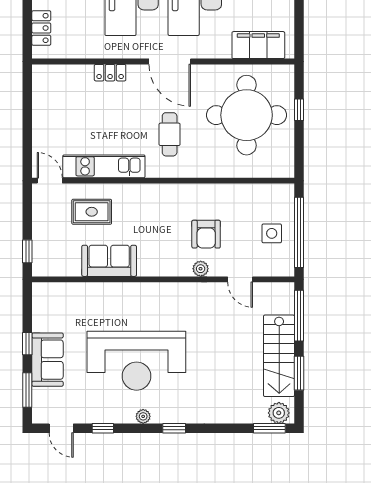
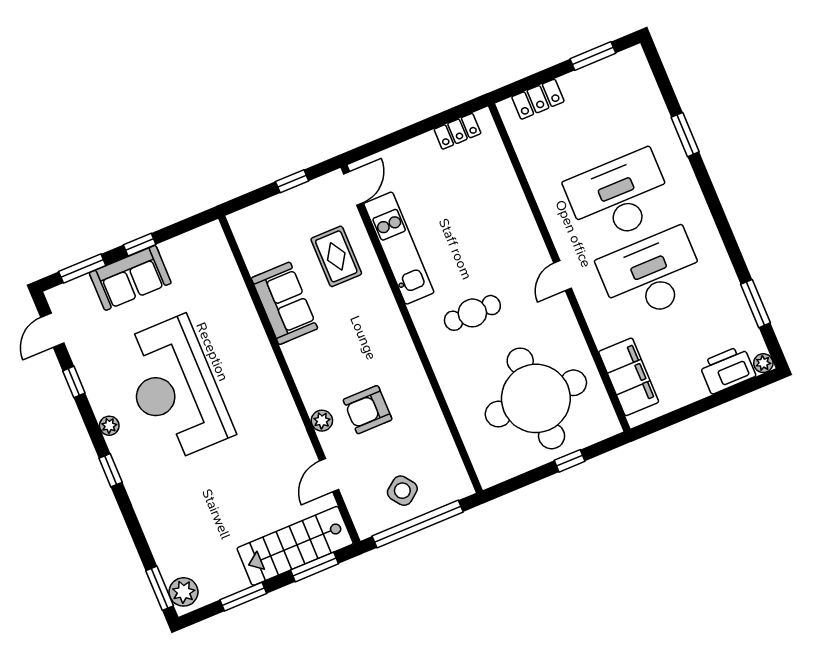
door: (170, 62) -> (563, 276), width x0.53
locker: (110, 73) -> (457, 131), moved, turned -90
side table: (272, 233) -> (402, 491), turned -37
window: (27, 251) -> (292, 181), moved
window: (299, 316) -> (314, 567), width x0.69
stairs: (279, 356) -> (295, 546), moved

